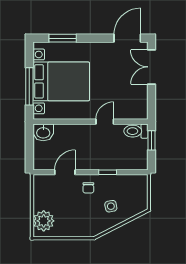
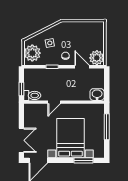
bed with nightstands: (61, 81) -> (70, 138), moved, turned 90
door: (65, 172) -> (82, 67), swing flipped
plant: (136, 192) -> (32, 53), added
plant: (44, 221) -> (97, 58), moved

